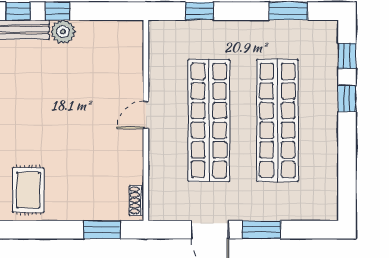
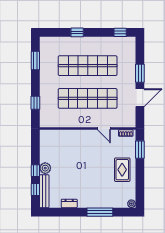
window: (347, 56) -> (120, 32), moved
door: (146, 115) -> (104, 129), moved
rug: (28, 190) -> (122, 170), moved, turned 90

